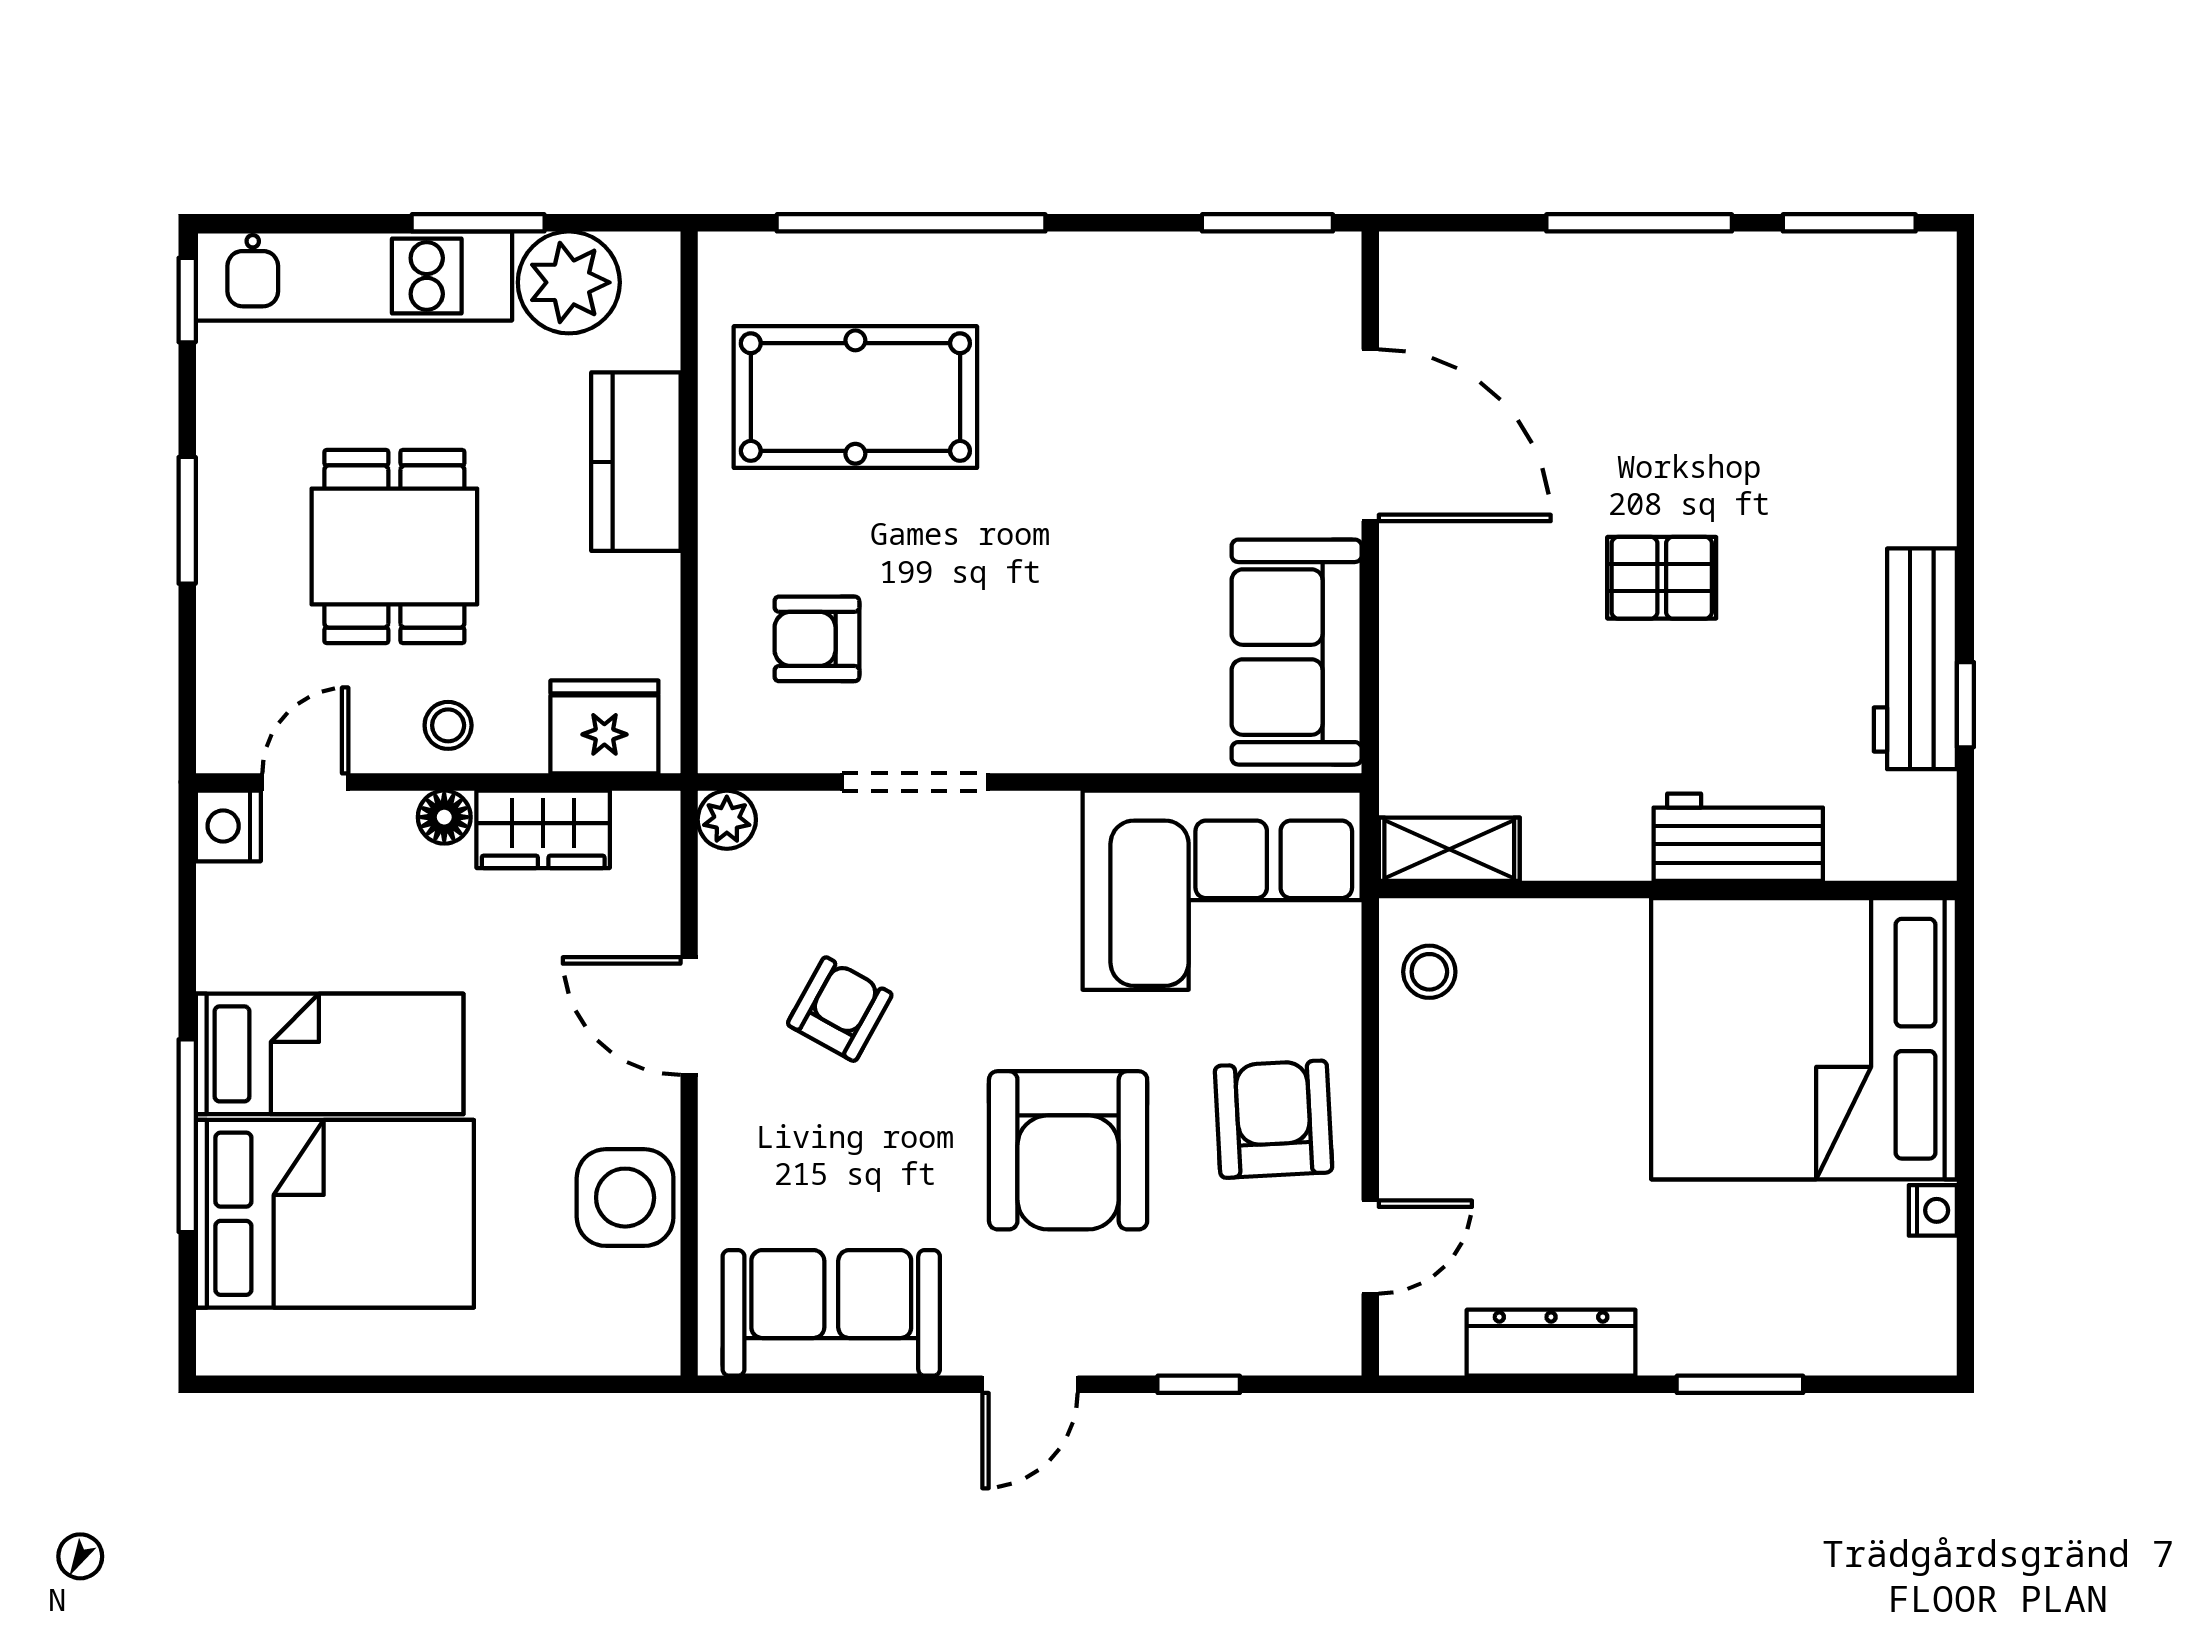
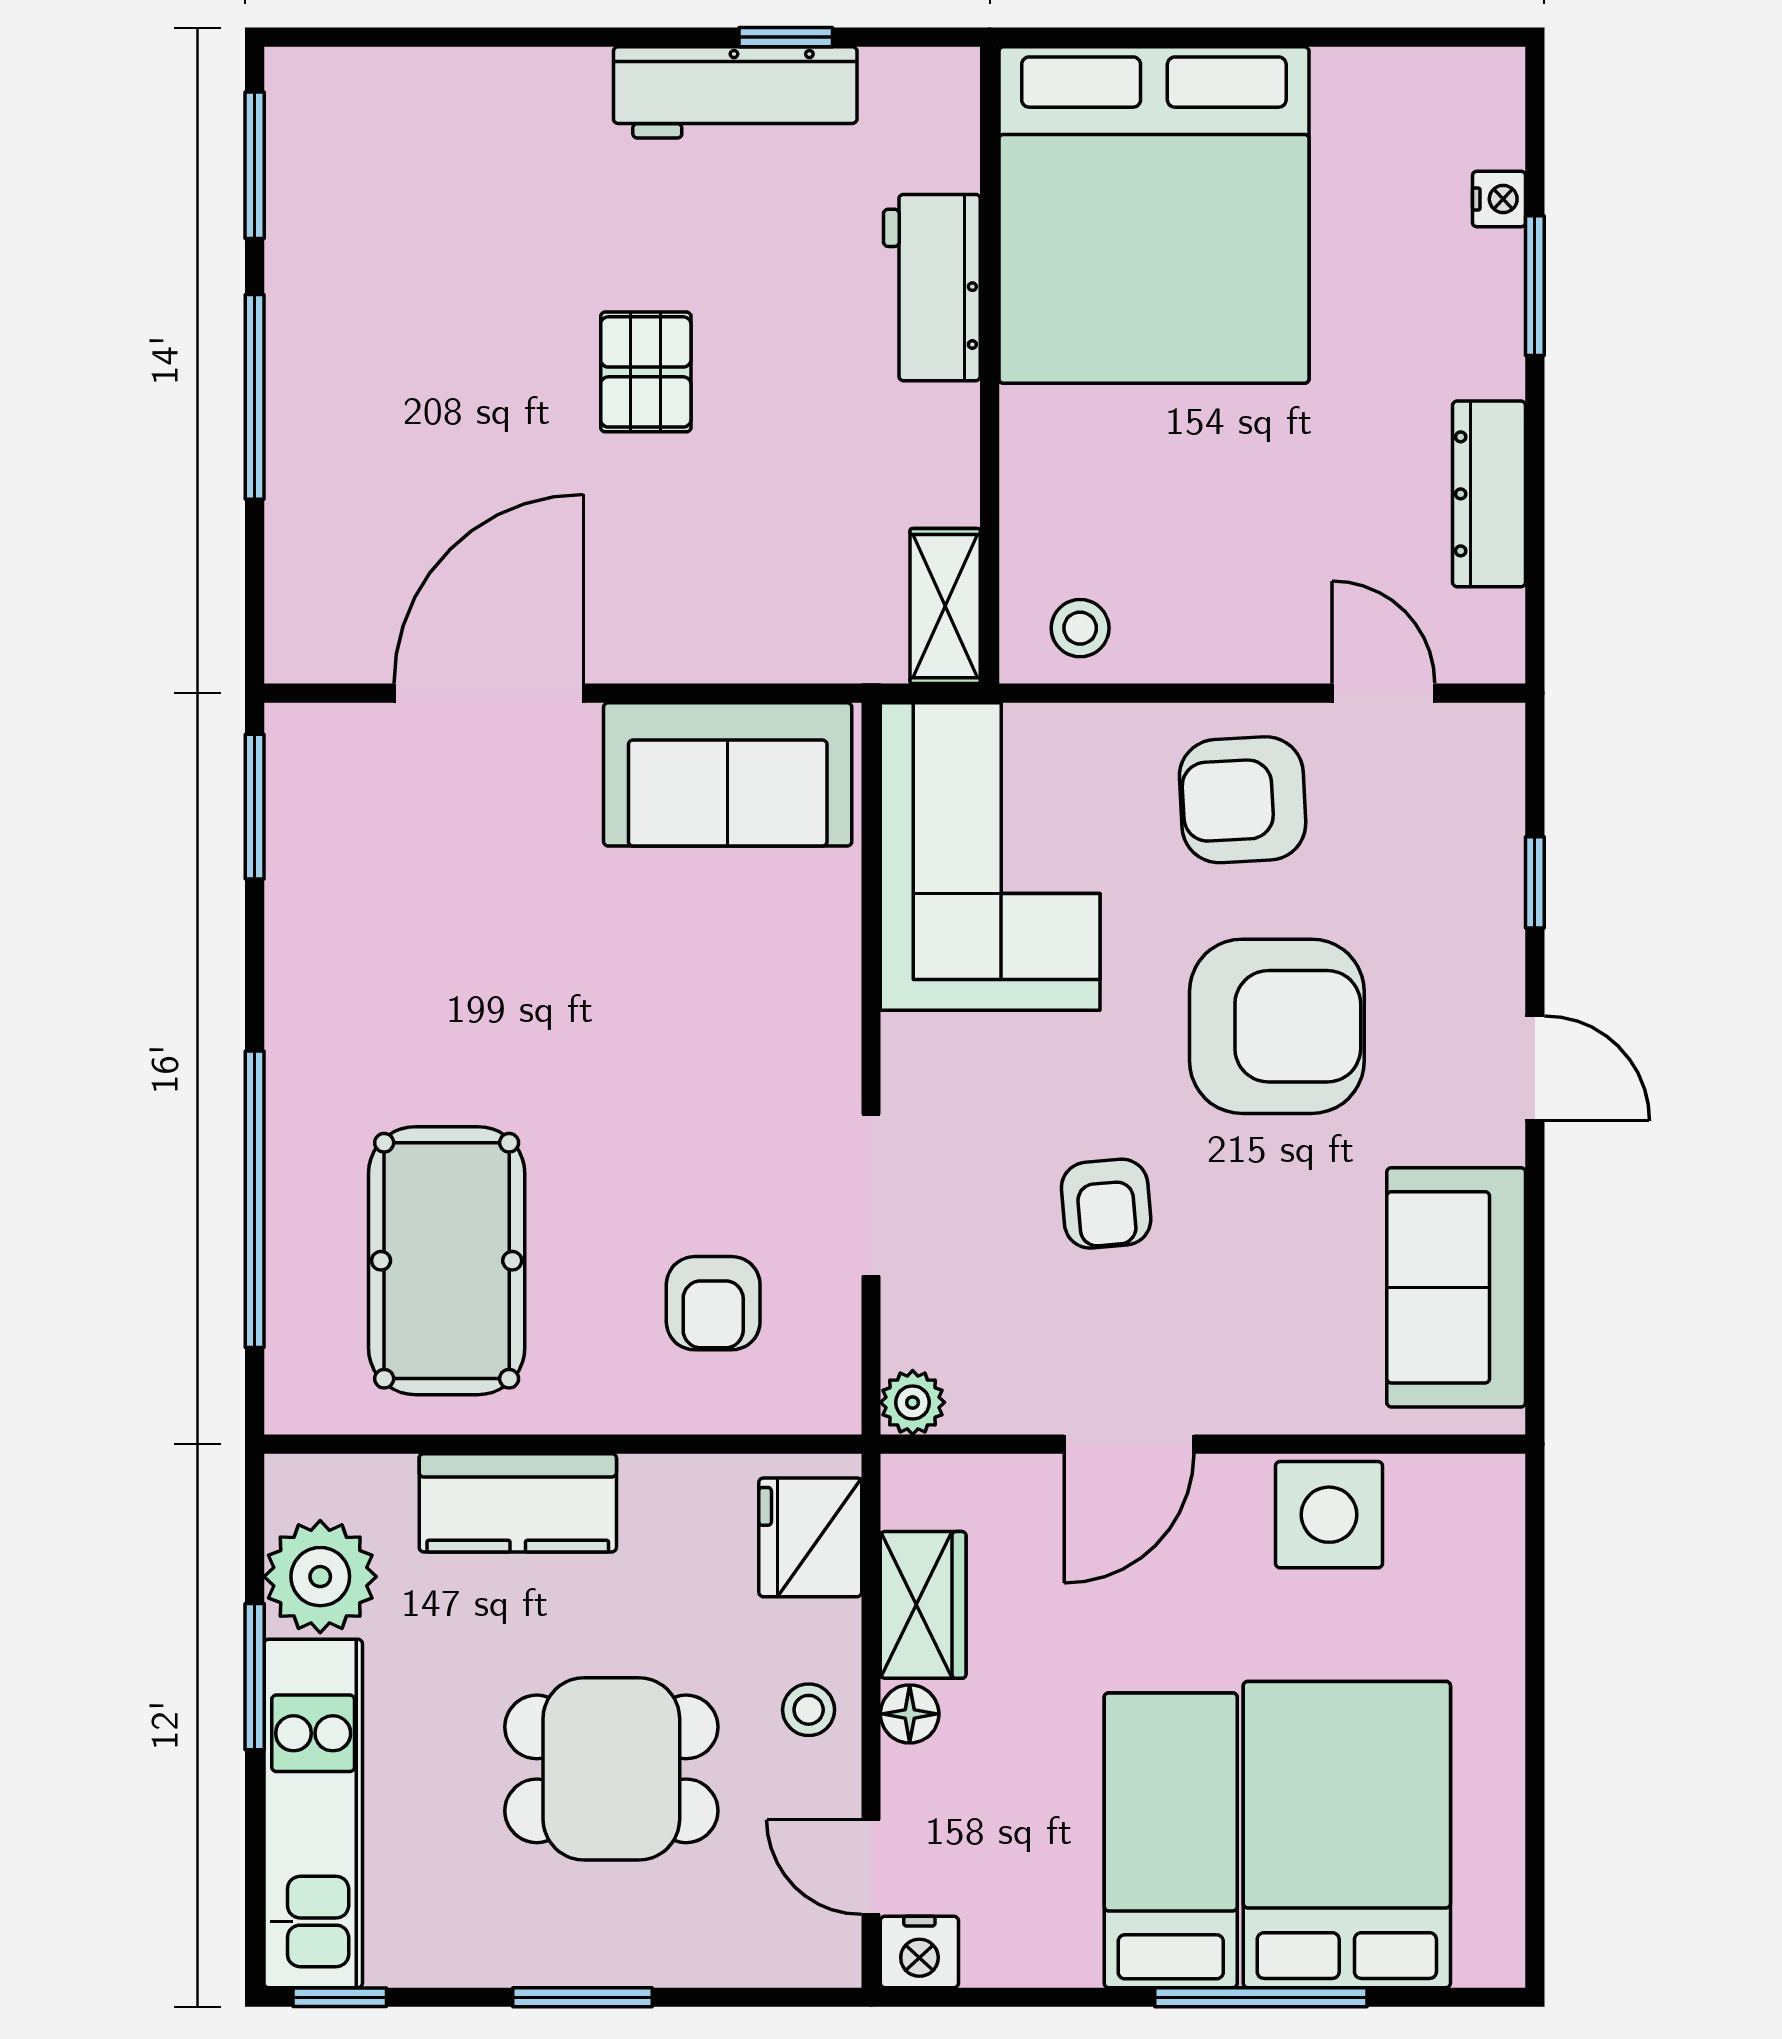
armchair: (840, 1009) -> (1106, 1204), moved, turned -124
nightstand: (1933, 1210) -> (1499, 199), moved, turned 90

